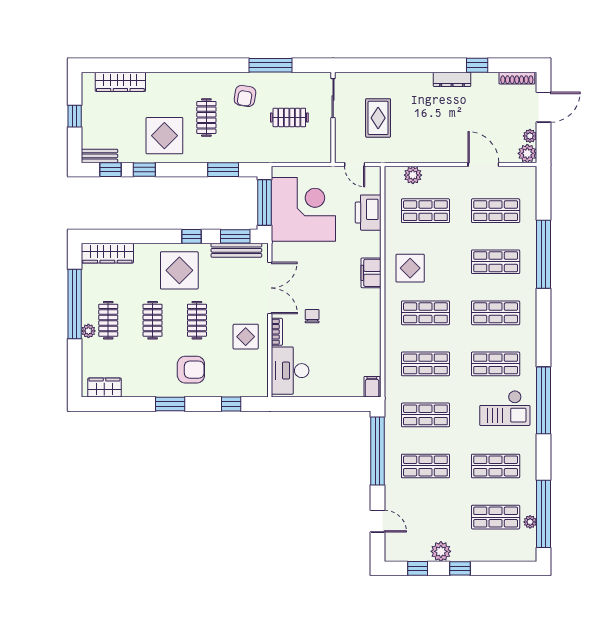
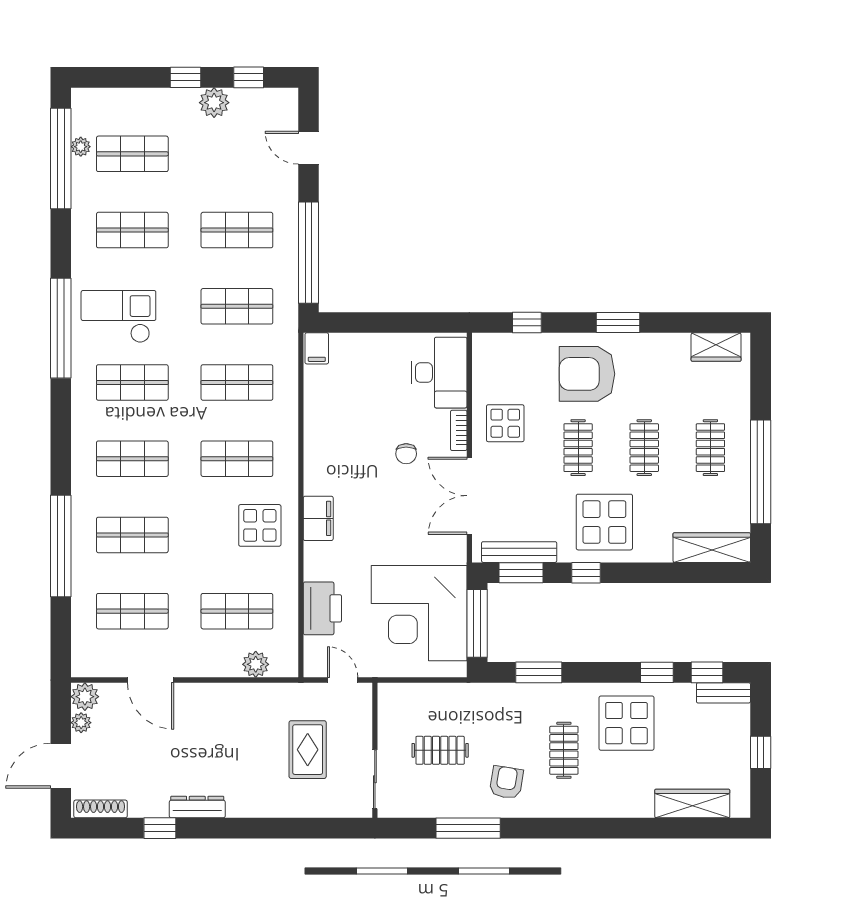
plant: (88, 331) -> (740, 432), removed
armchair: (191, 370) -> (587, 374), width x1.36, depth x1.36

